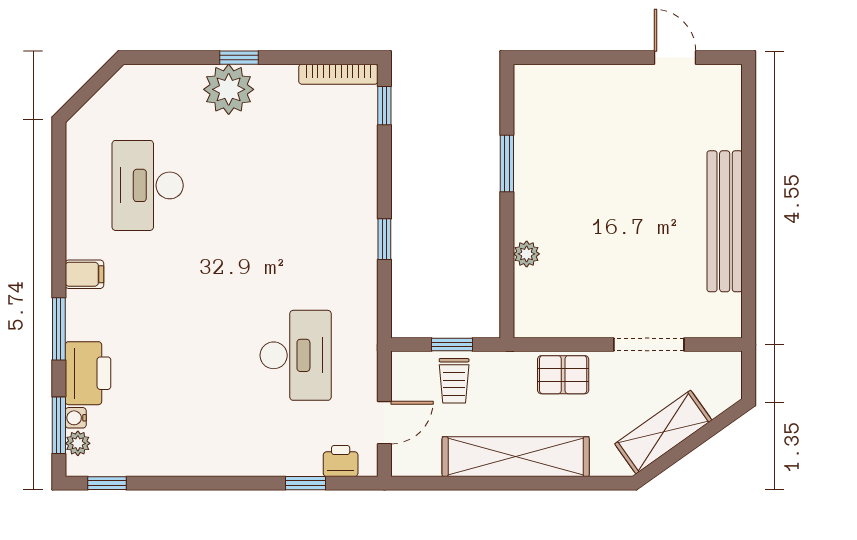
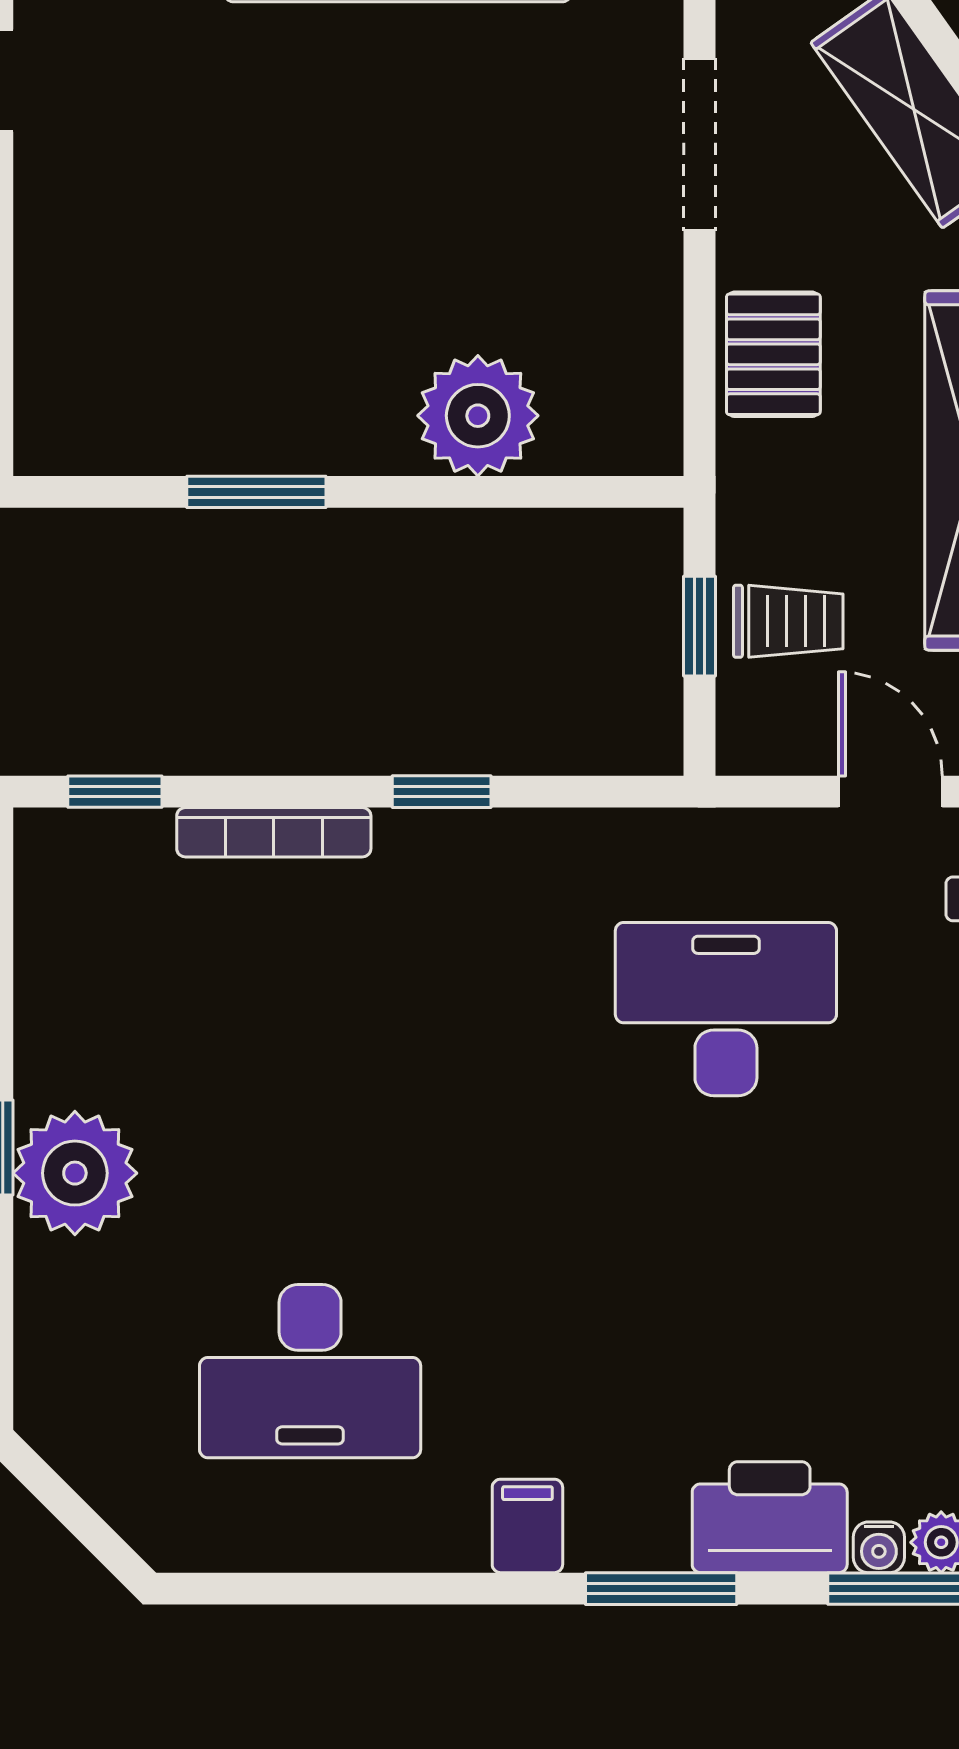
bookcase: (338, 74) -> (274, 832), moved, turned 90
plant: (527, 254) -> (478, 416), width x1.88, depth x1.88

